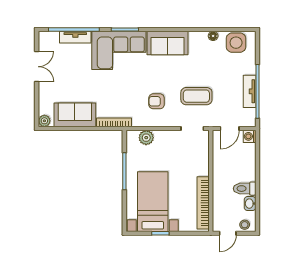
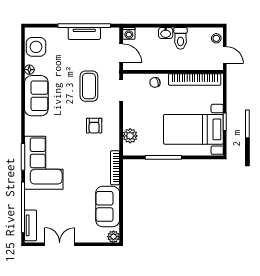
tv unit: (75, 37) -> (31, 225), moved
sofa: (168, 43) -> (36, 96), moved
chair: (200, 163) -> (155, 82), added
washbasin: (250, 204) -> (166, 33), moved

